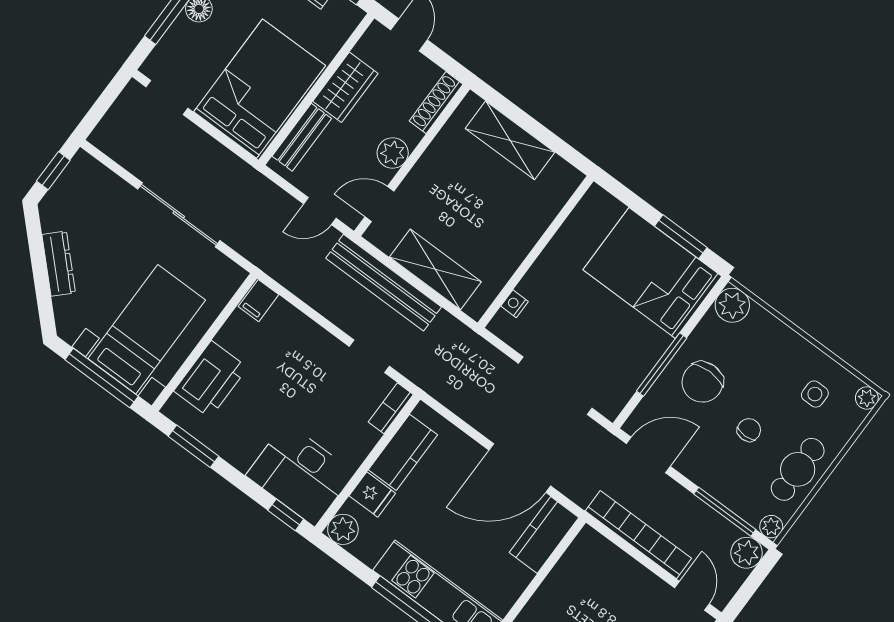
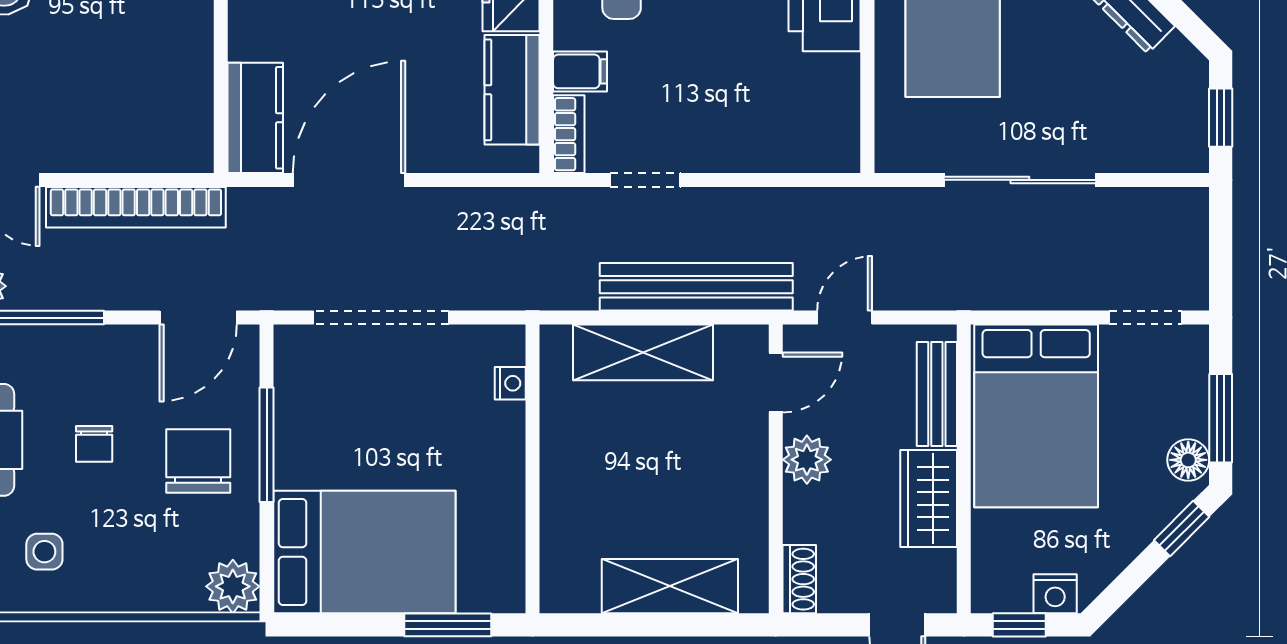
shoe rack: (436, 103) -> (799, 579), width x0.70
window: (681, 237) -> (448, 625), moved
filing cabinet: (258, 301) -> (580, 71), moved, turned 90

